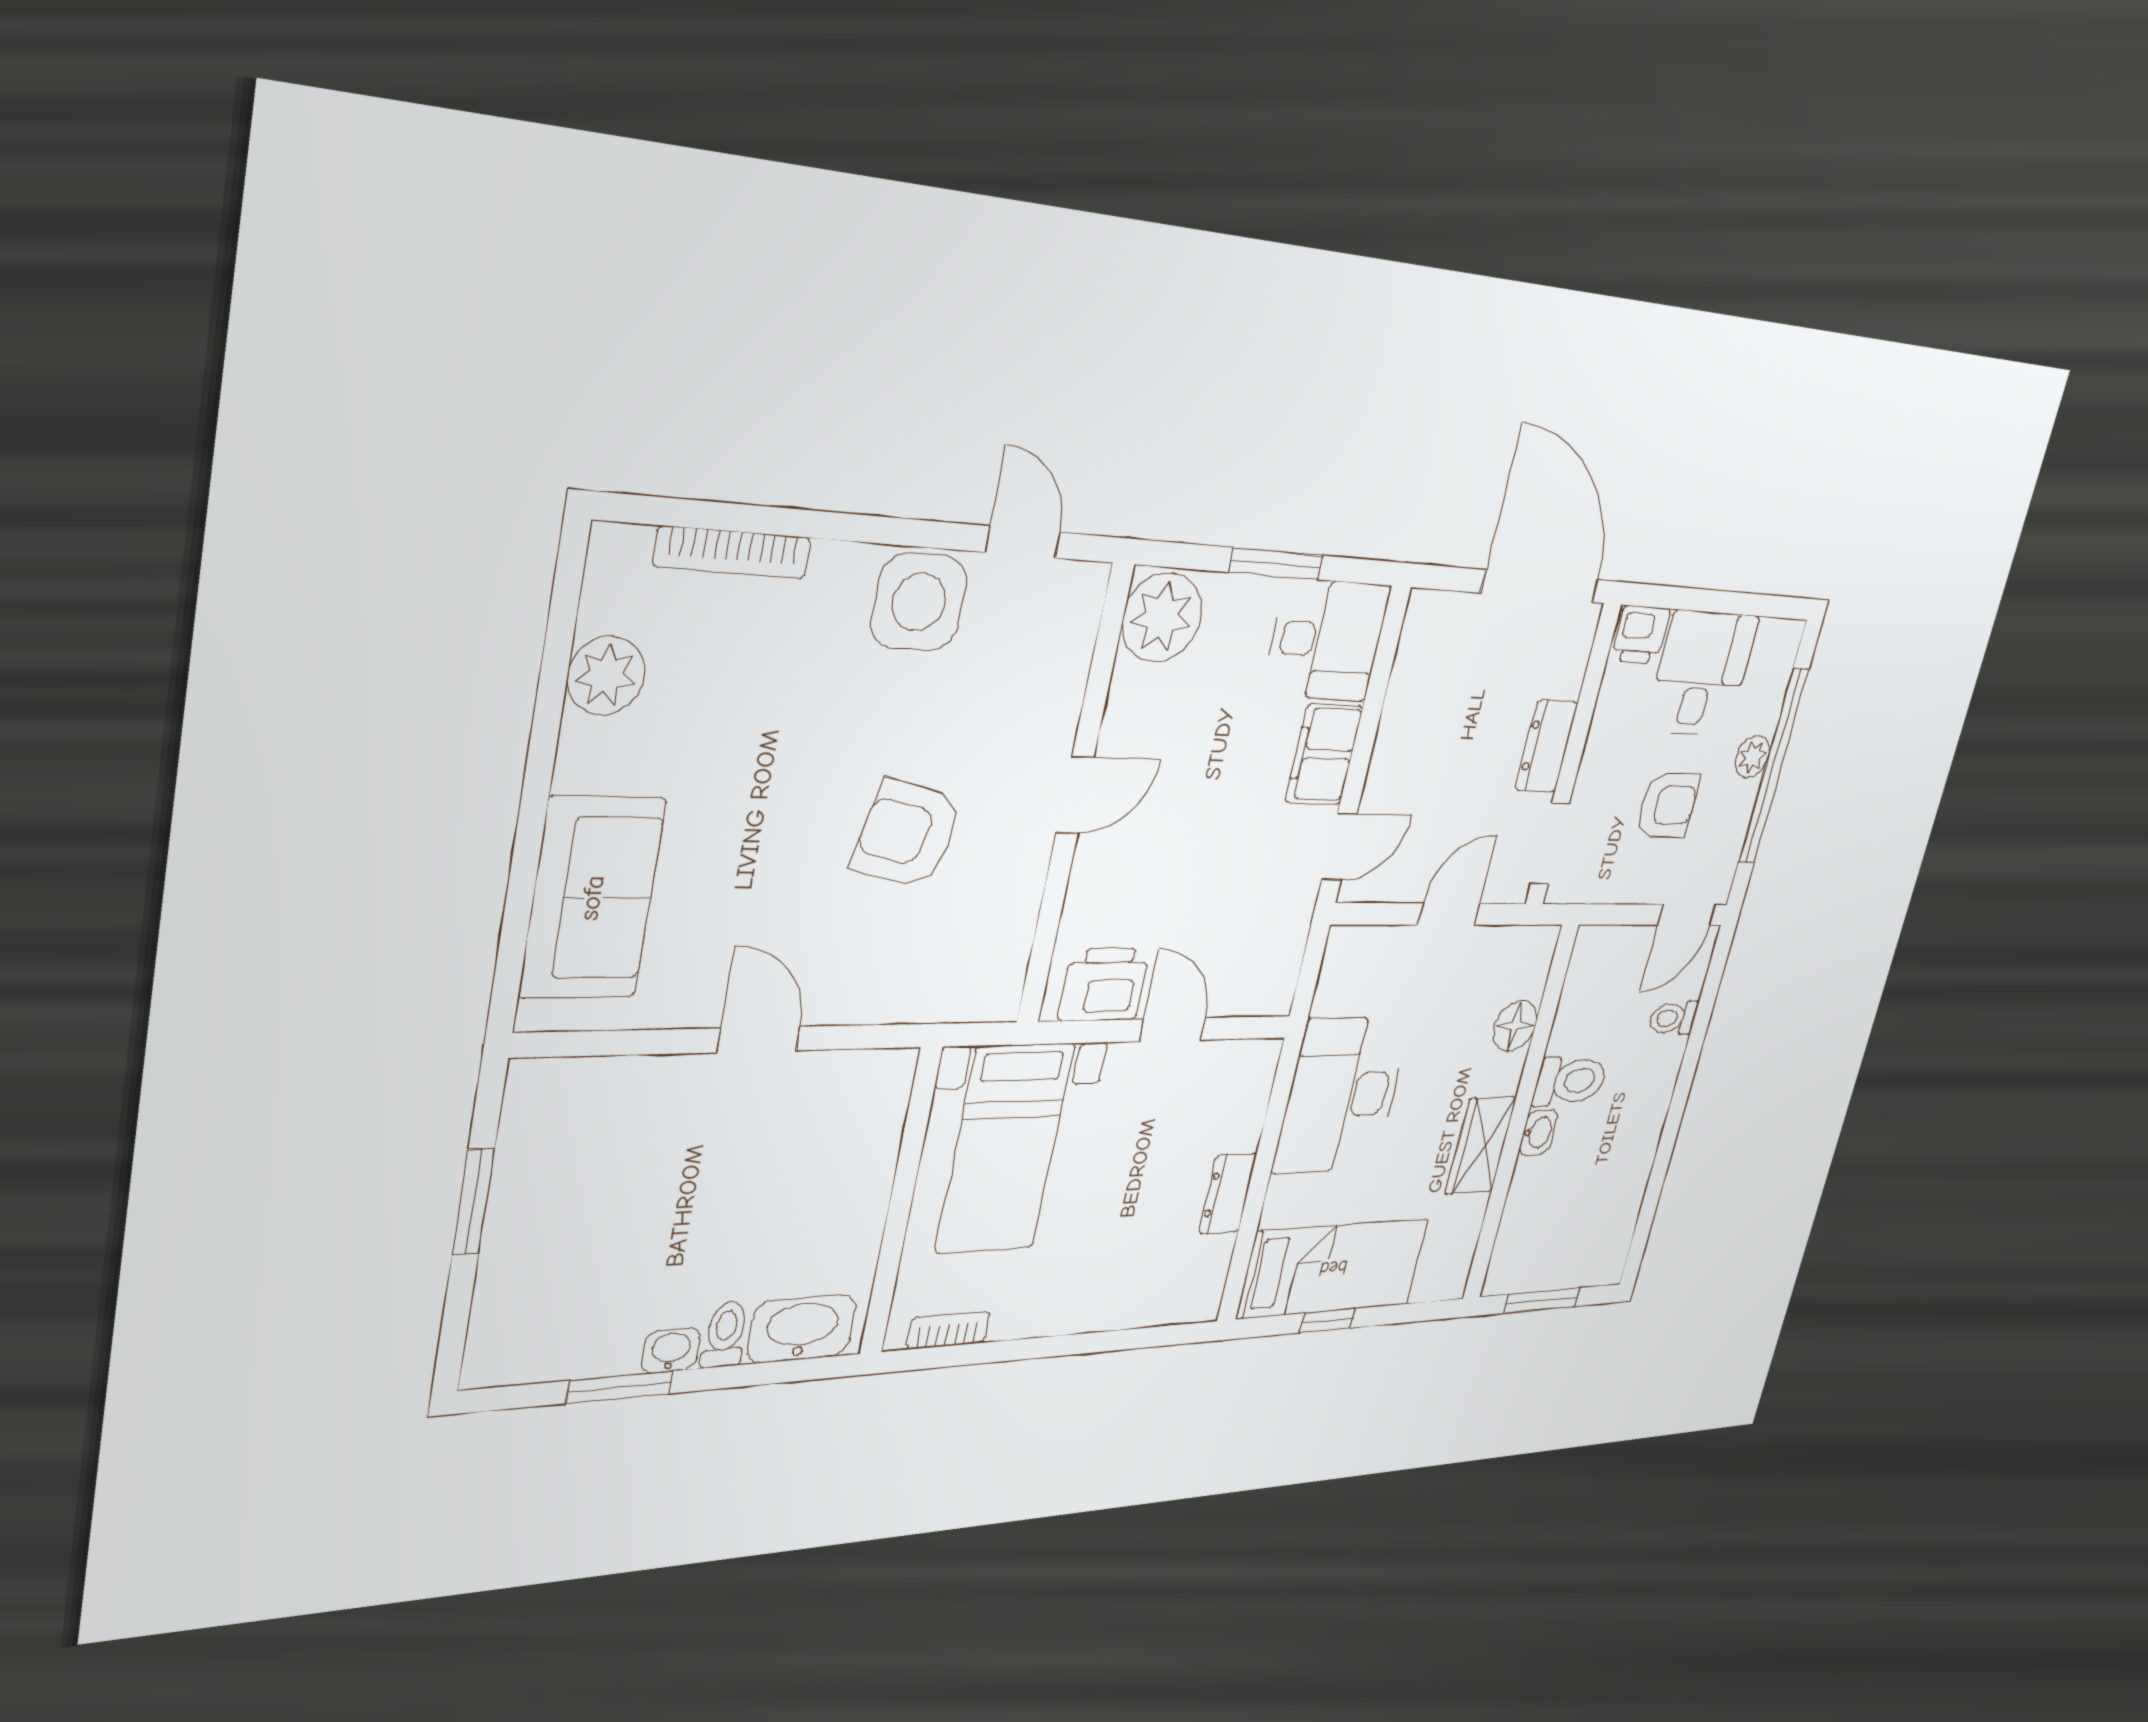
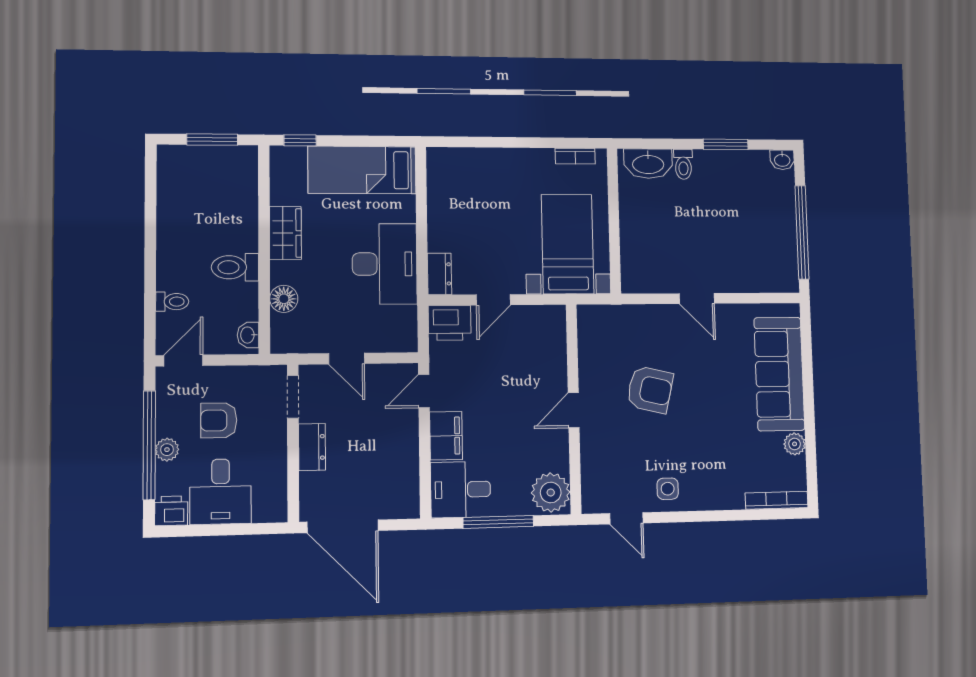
bookcase: (733, 552) -> (777, 500), moved
window: (1276, 564) -> (498, 522), width x1.44
side table: (919, 602) -> (668, 489), width x0.54, depth x0.54
printer: (1640, 635) -> (171, 511), moved
plant: (606, 676) -> (795, 444), width x0.73, depth x0.73
sofa: (592, 898) -> (779, 374), width x1.36
door: (1449, 914) -> (347, 359), hinge flipped
printer: (1104, 985) -> (450, 323), moved
door: (1172, 1030) -> (493, 300), hinge flipped
washbasin: (1538, 1133) -> (248, 335), moved
dresser: (1228, 1194) -> (440, 274), moved
window: (473, 1202) -> (802, 232), width x2.11
window: (1328, 1321) -> (300, 140), moved
washbasin: (671, 1350) -> (782, 160), moved

